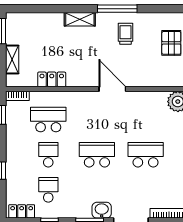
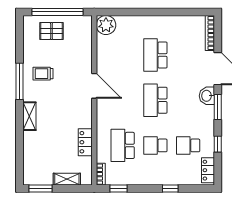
door: (112, 89) -> (94, 86), swing flipped

